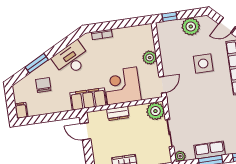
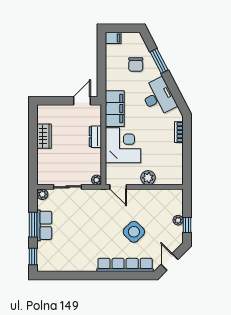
window: (170, 17) -> (187, 225), moved
plant: (191, 27) -> (178, 220), width x0.53, depth x0.53
side table: (203, 64) -> (134, 232), turned 45
chair: (43, 85) -> (136, 64), turned 90
plant: (155, 111) -> (97, 180), width x0.53, depth x0.53

